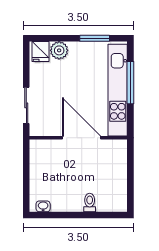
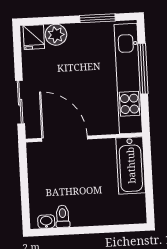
door: (81, 138) -> (65, 139), moved
bathtub: (116, 163) -> (131, 165), added
toilet: (90, 203) -> (63, 216), moved

